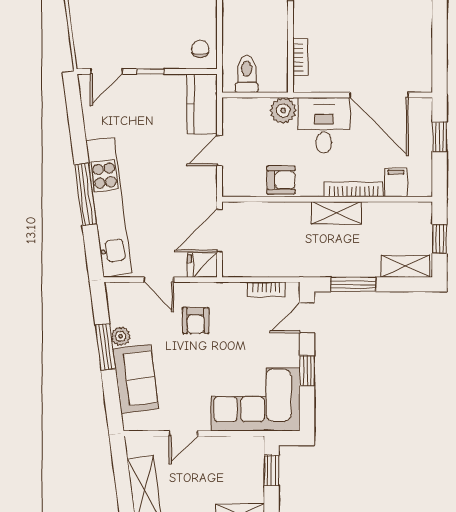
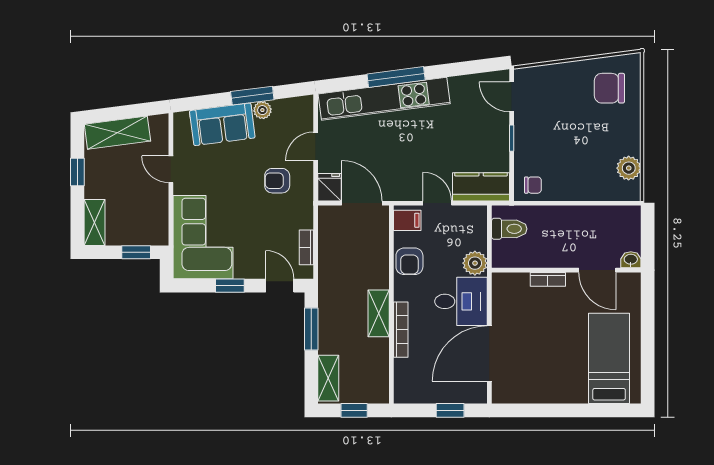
bookcase: (300, 57) -> (548, 279), moved
filing cabinet: (396, 182) -> (407, 220), moved

